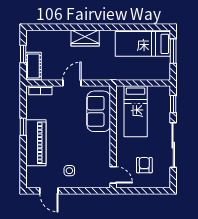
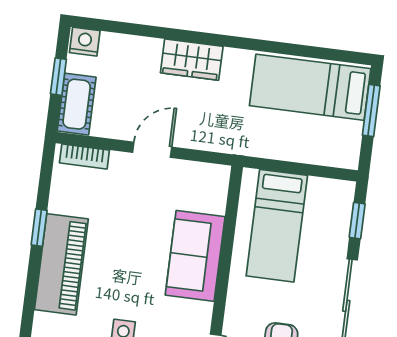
nightstand: (34, 36) -> (85, 42), added
sofa: (99, 111) -> (195, 256), moved

